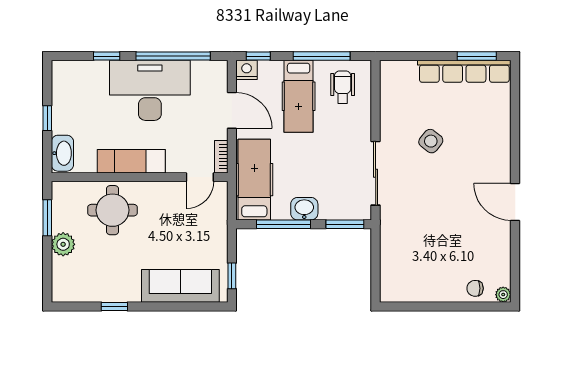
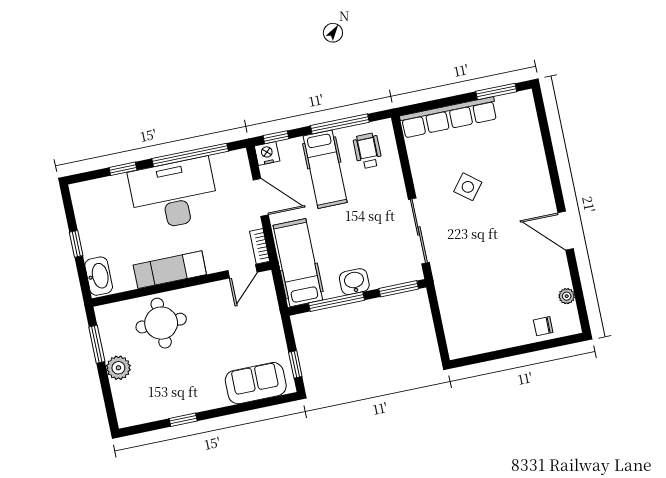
row of seats: (464, 71) -> (449, 117), moved
sofa: (180, 286) -> (256, 383), width x0.73
plant: (503, 295) -> (567, 296), moved

